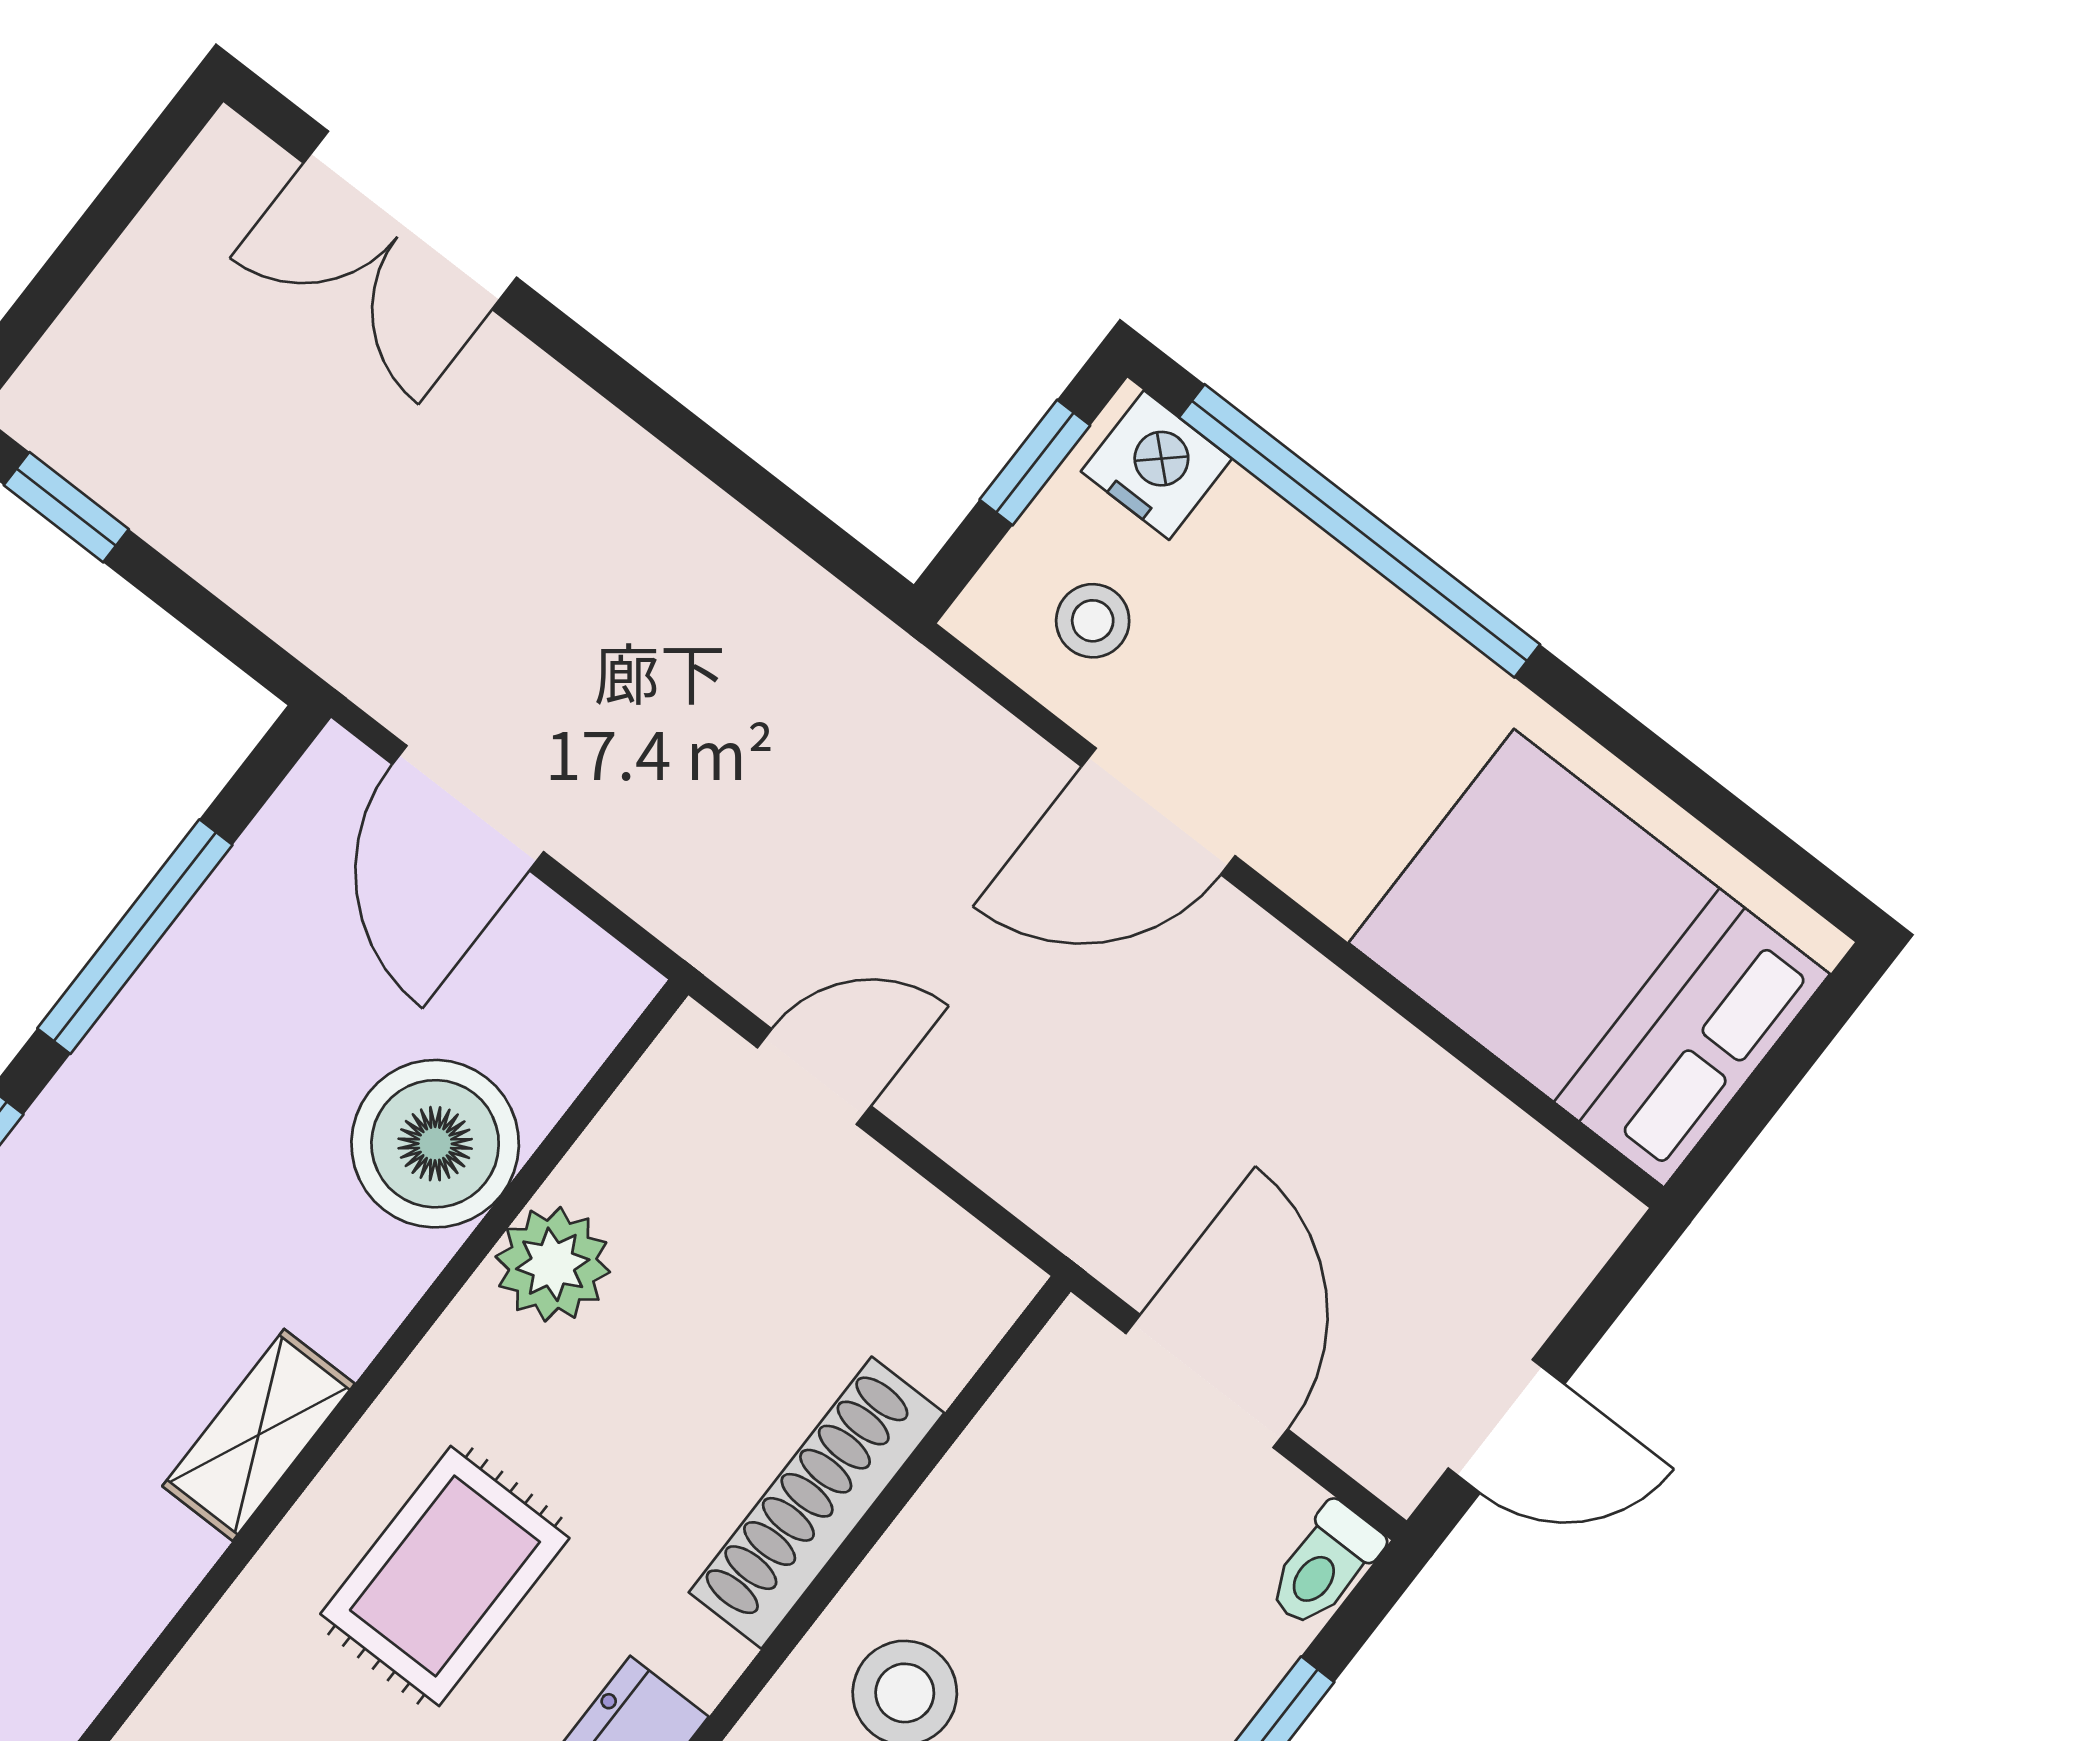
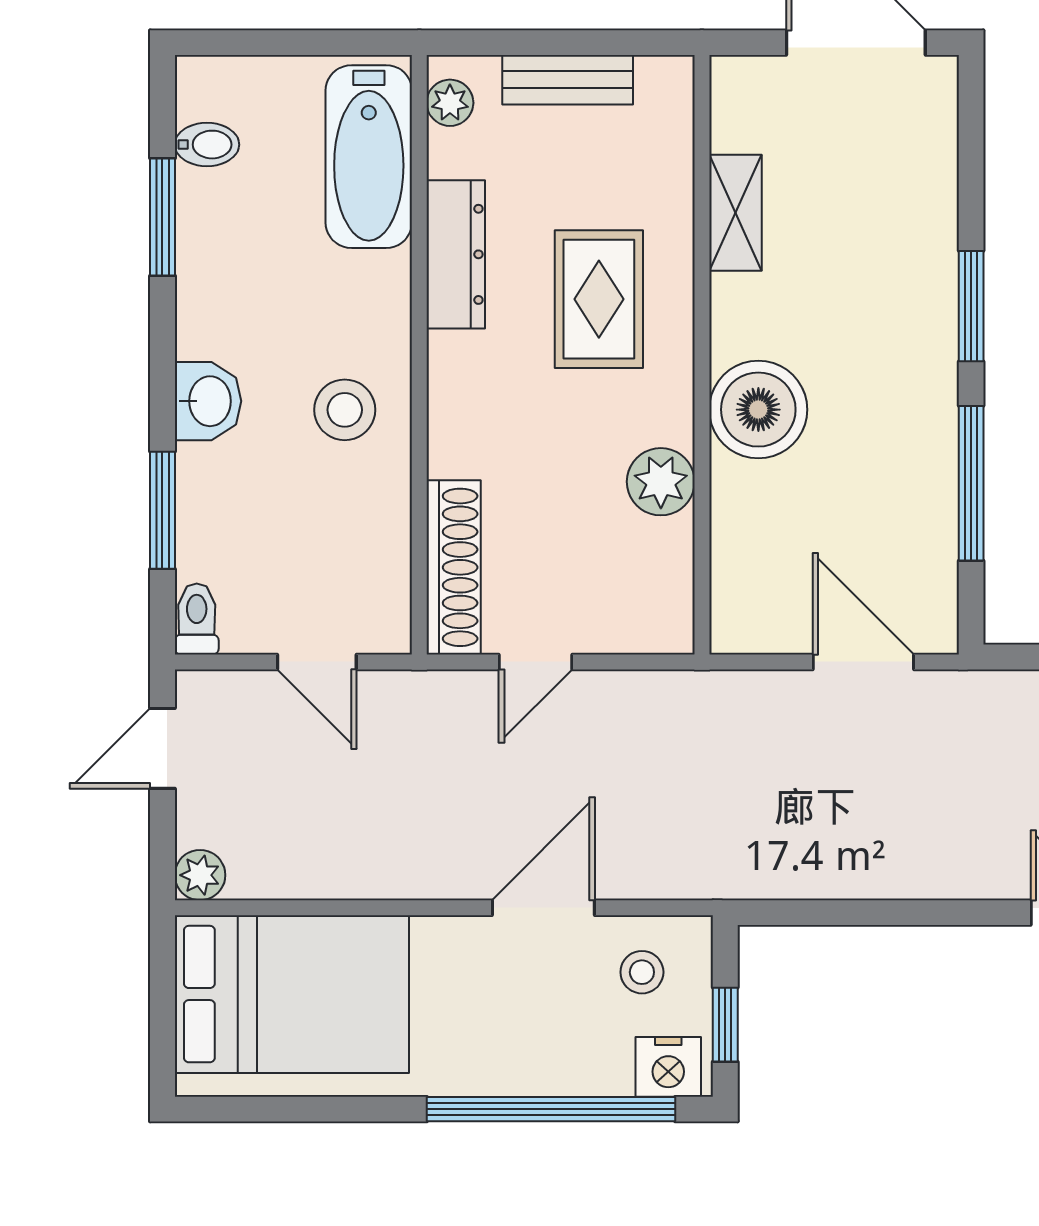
door: (814, 1077) -> (536, 662), moved
boiler: (435, 1144) -> (758, 410), moved
plant: (1588, 1216) -> (200, 875), added
door: (1207, 1381) -> (317, 662), width x0.73
shelving: (259, 1435) -> (735, 213), moved
shoe rack: (816, 1503) -> (454, 567), moved

